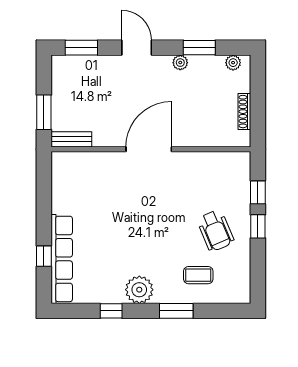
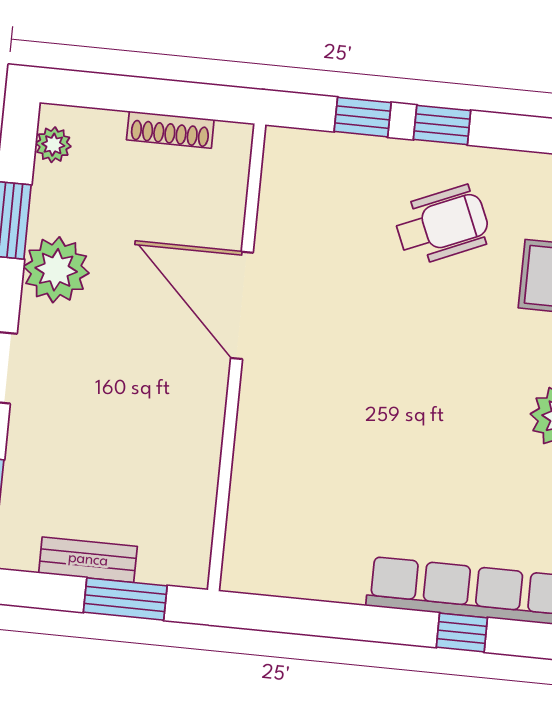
plant: (180, 63) -> (56, 270), width x1.87, depth x1.87
bench: (71, 139) -> (88, 560), moved, turned 90
door: (149, 149) -> (242, 305), moved

